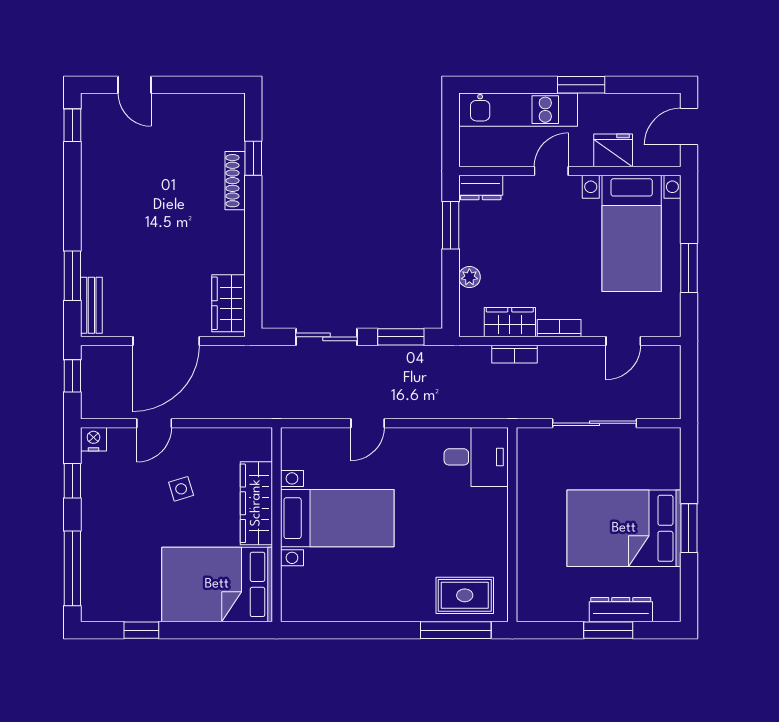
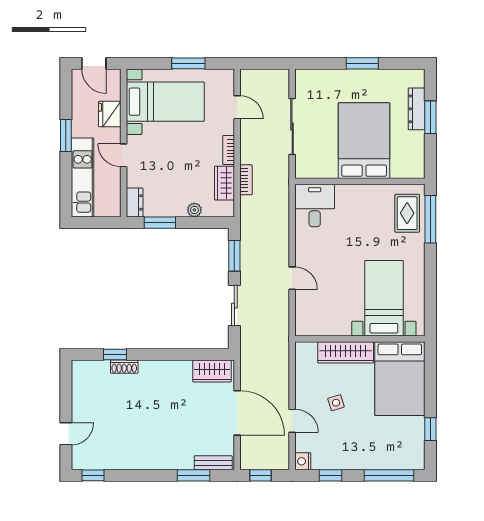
shoe rack: (235, 181) -> (124, 367), width x0.70
bed with nightstands: (337, 518) -> (384, 298), moved
bed: (624, 528) -> (364, 141), moved, turned 180

